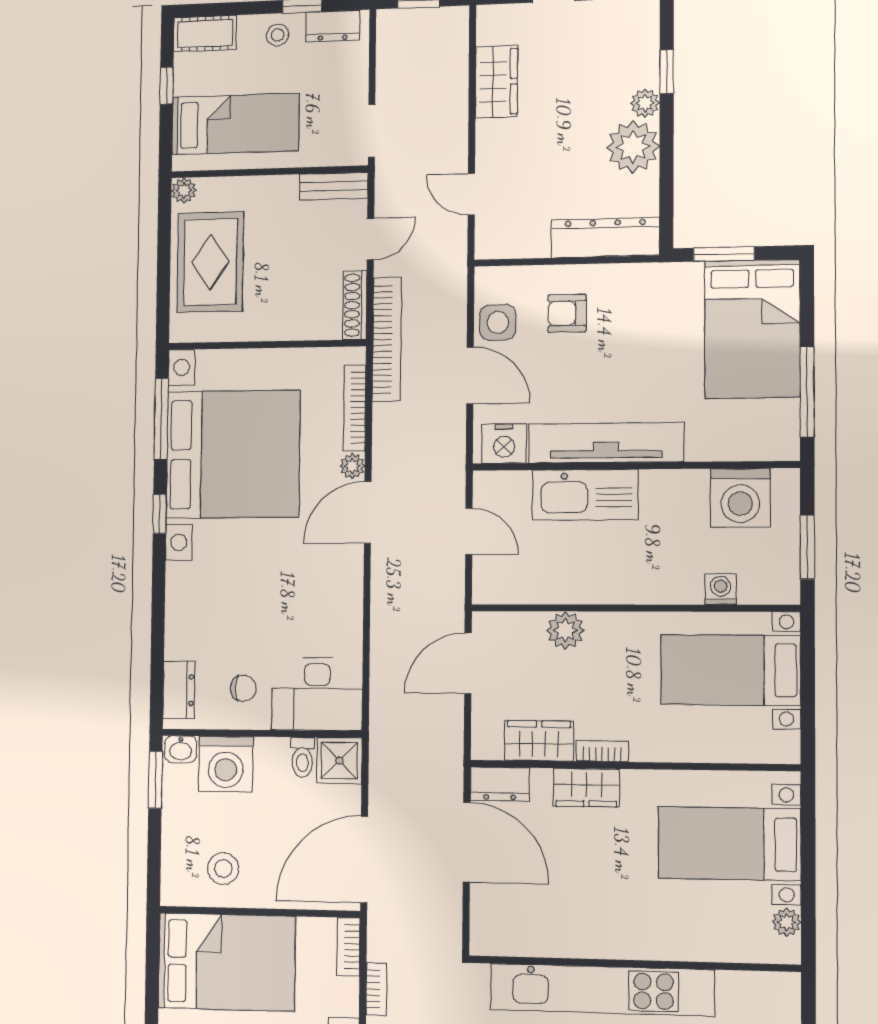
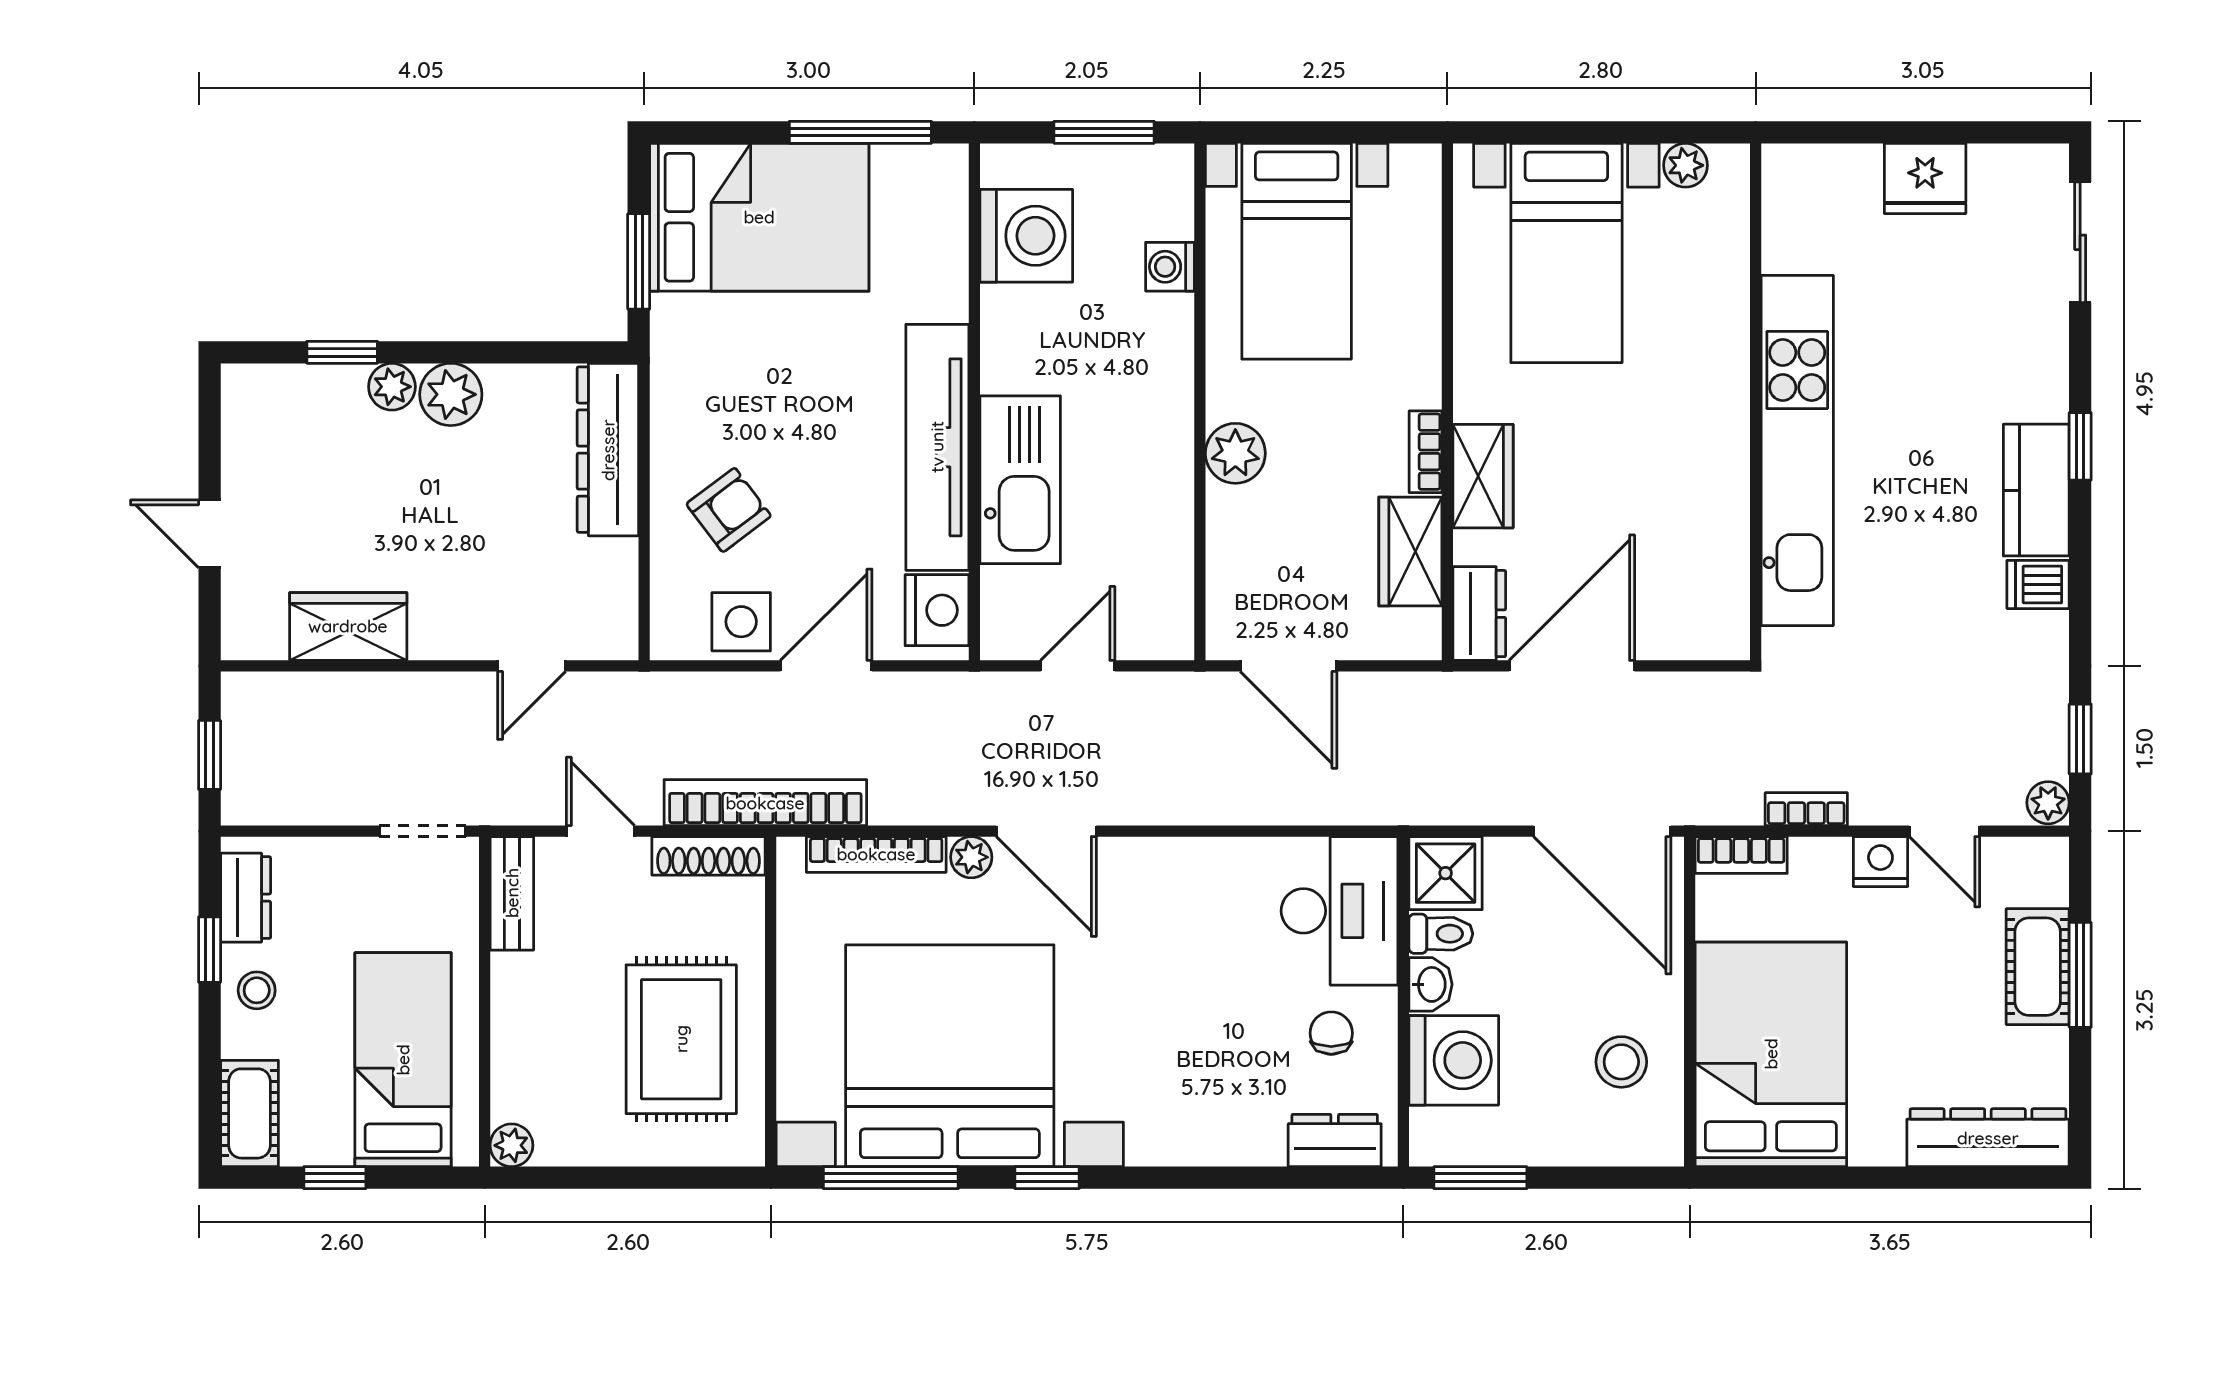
plant: (633, 147) -> (451, 394), width x0.73, depth x0.73
rug: (210, 262) -> (681, 1039), moved, turned 90
armchair: (567, 313) -> (729, 510), turned -127
plant: (565, 630) -> (1235, 453), moved
washbasin: (181, 749) -> (1431, 984), moved

